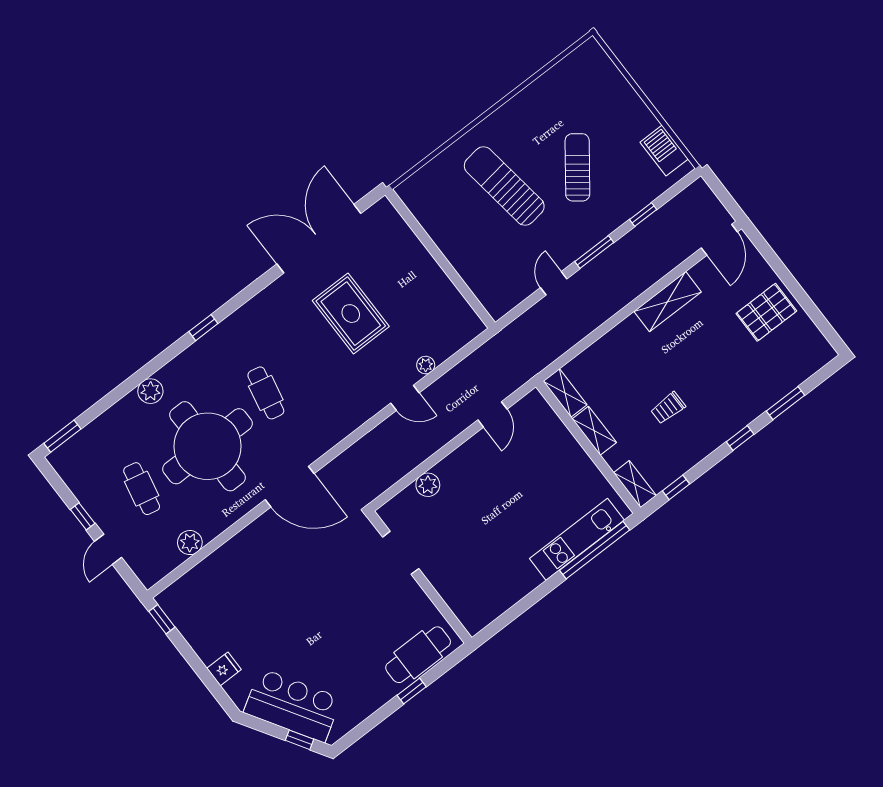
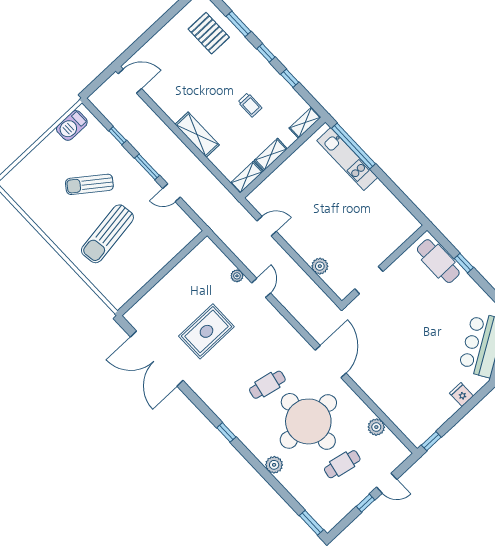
shelving: (668, 302) -> (197, 135), moved
pallet: (766, 312) -> (209, 33), moved
window: (676, 487) -> (290, 78), moved

